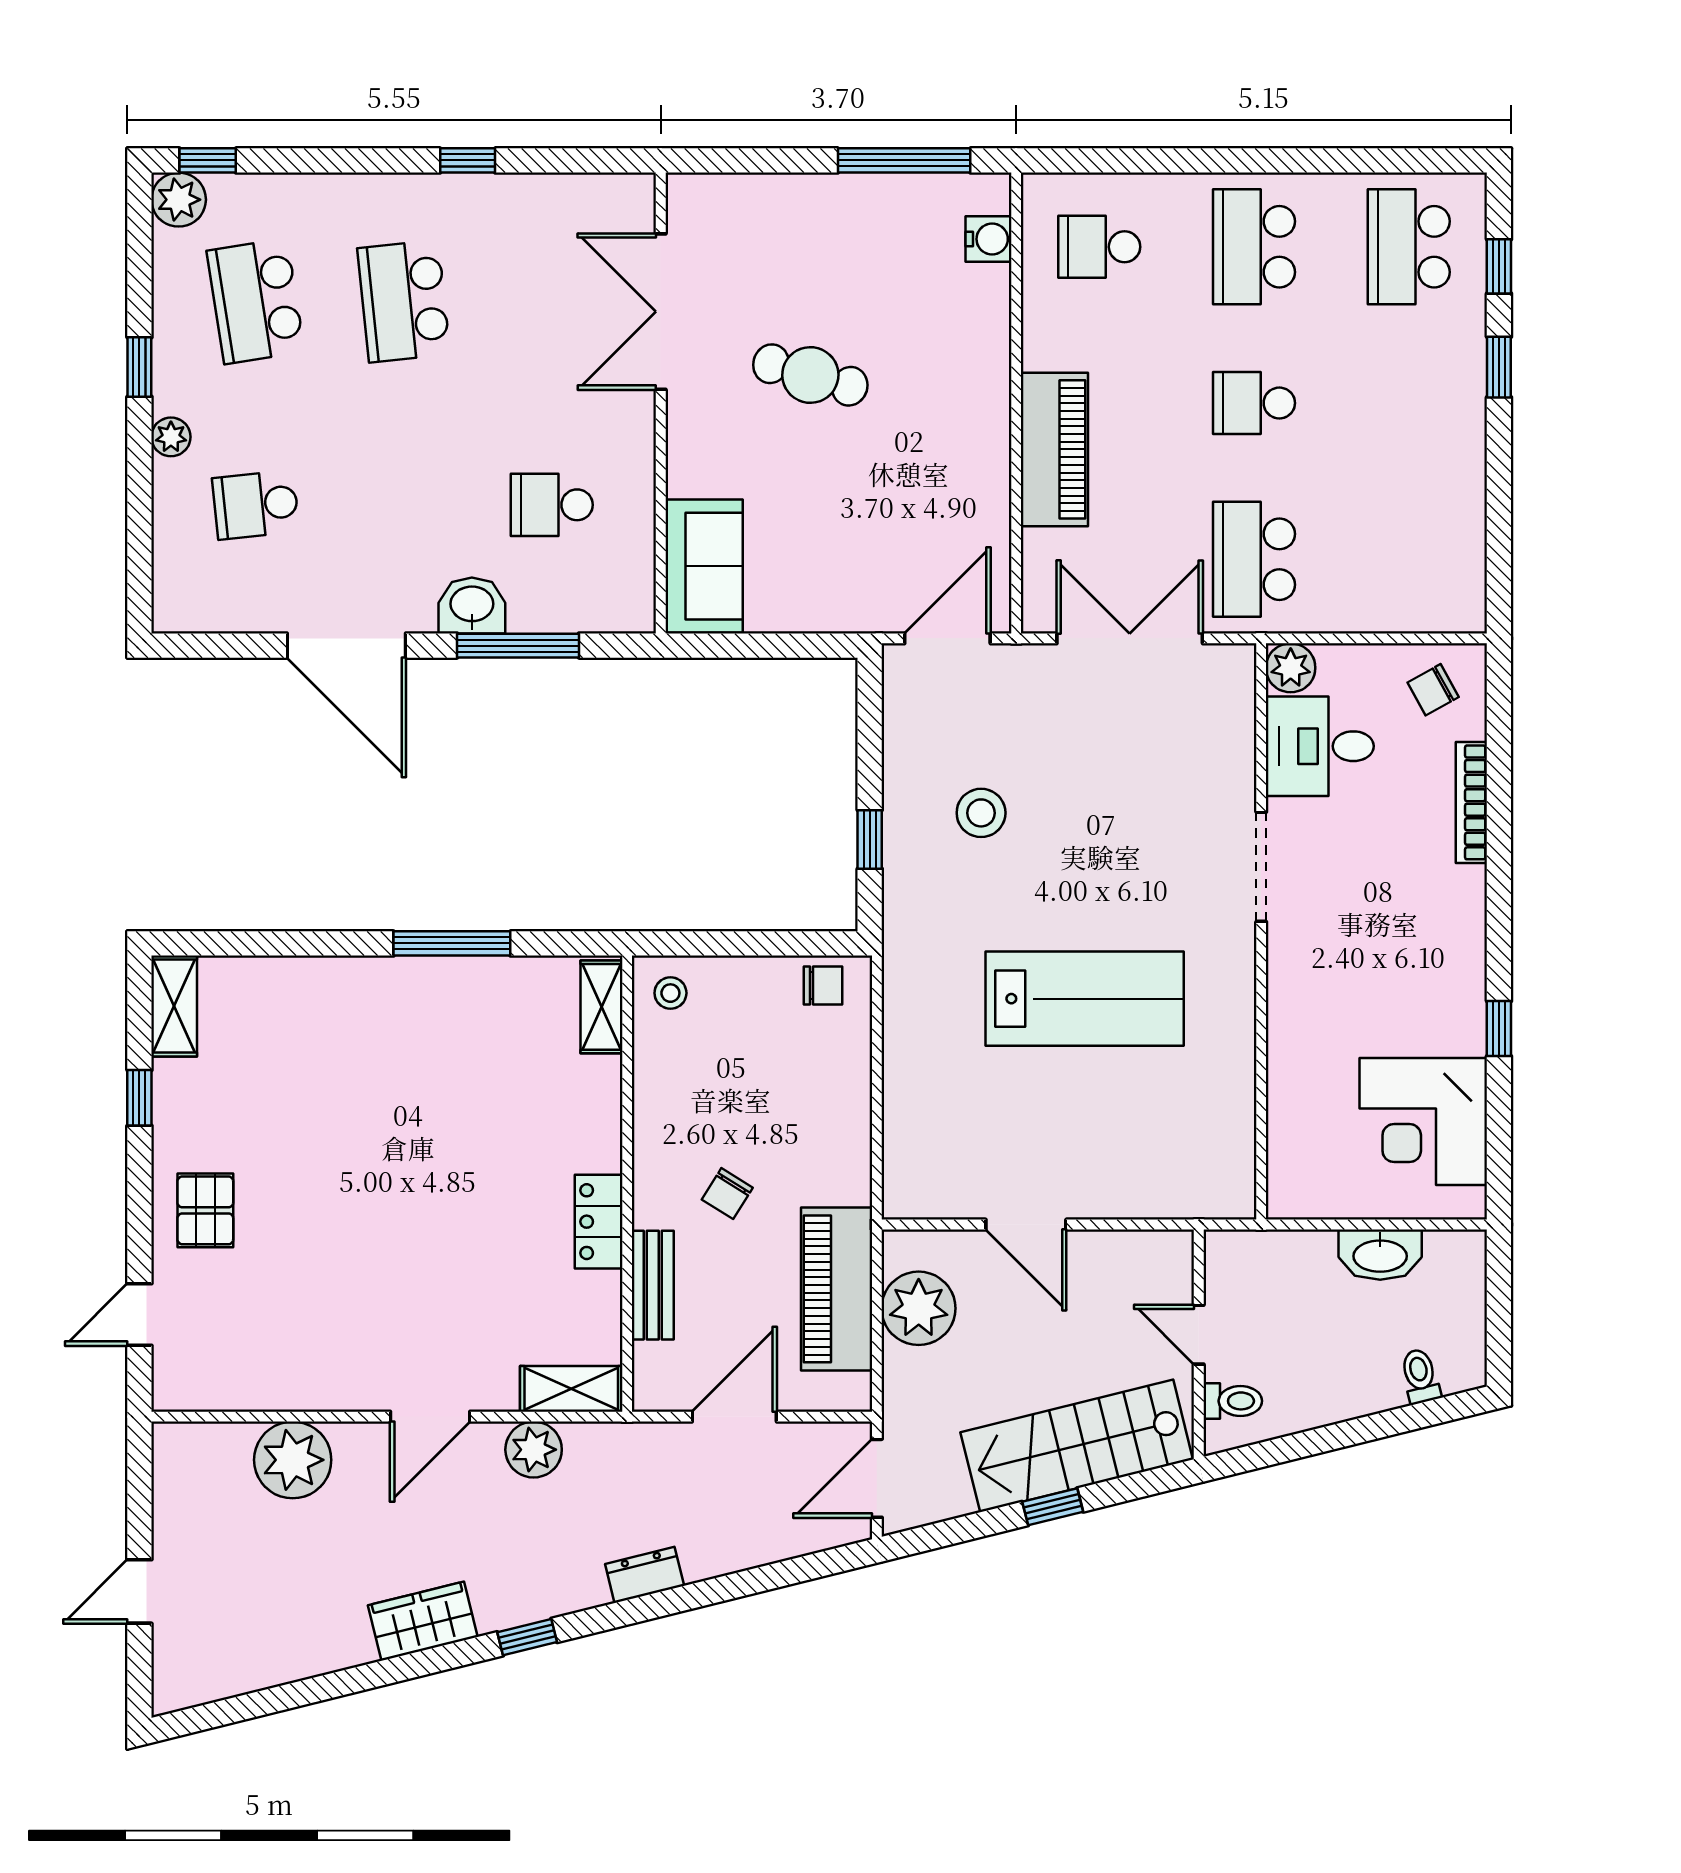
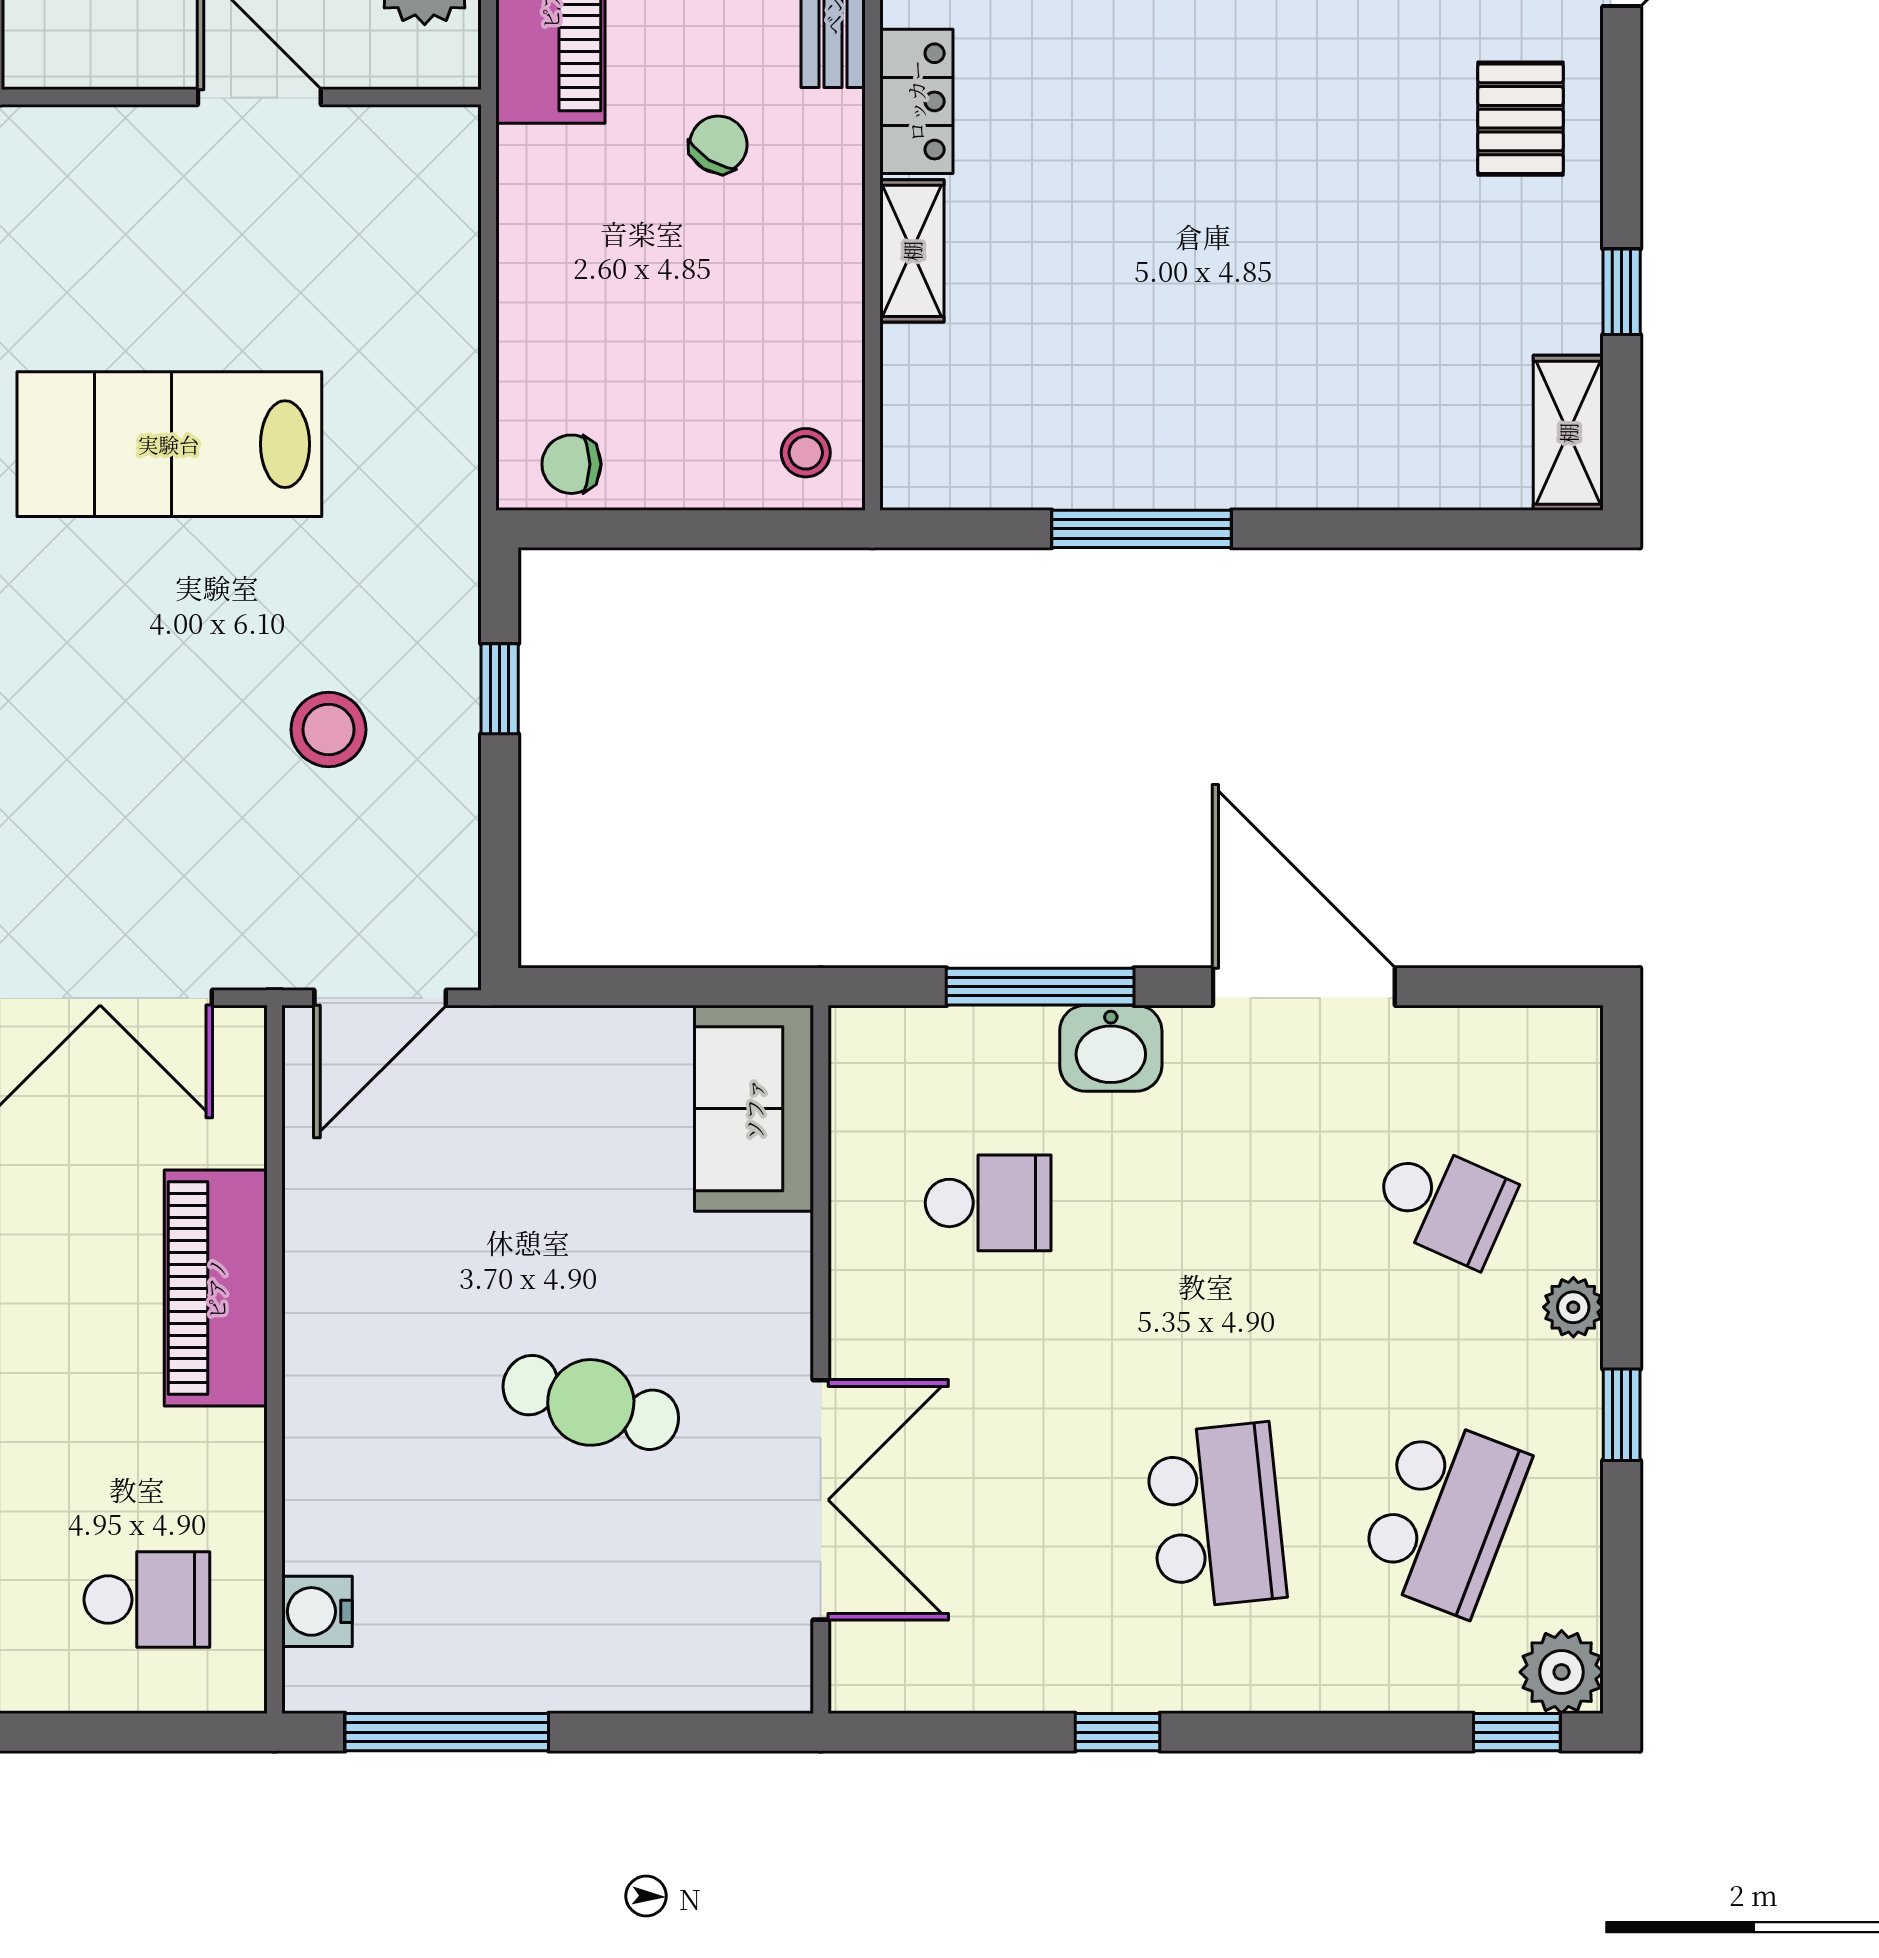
school desk: (256, 301) -> (1443, 1516), turned 30
school desk: (256, 505) -> (1443, 1203), turned 30
shelving: (601, 1007) -> (912, 251), moved

